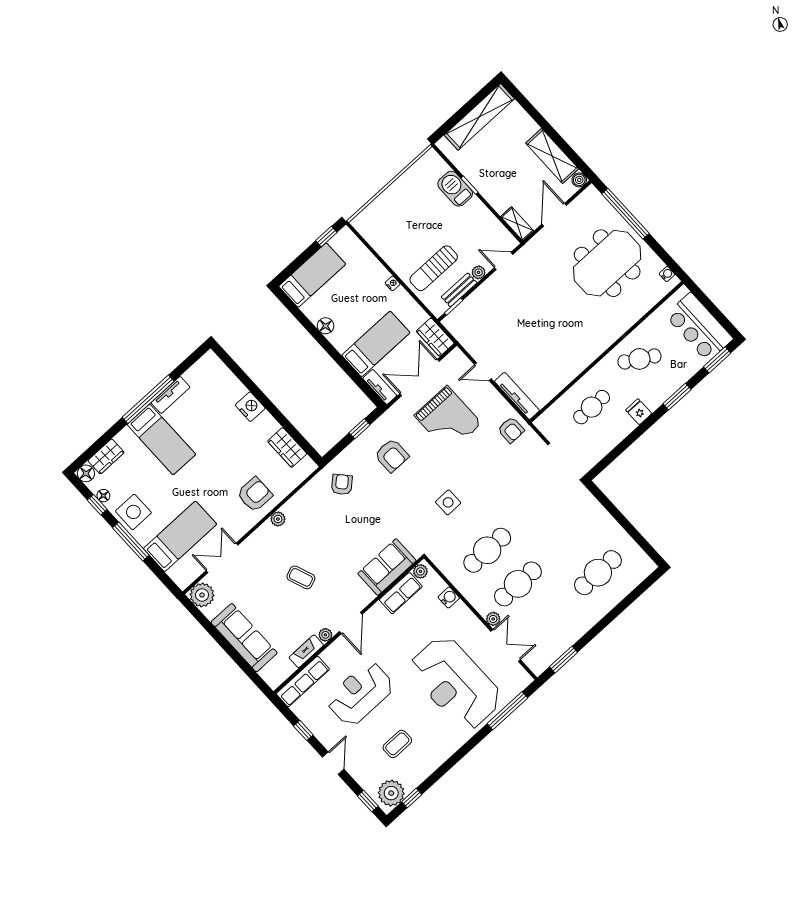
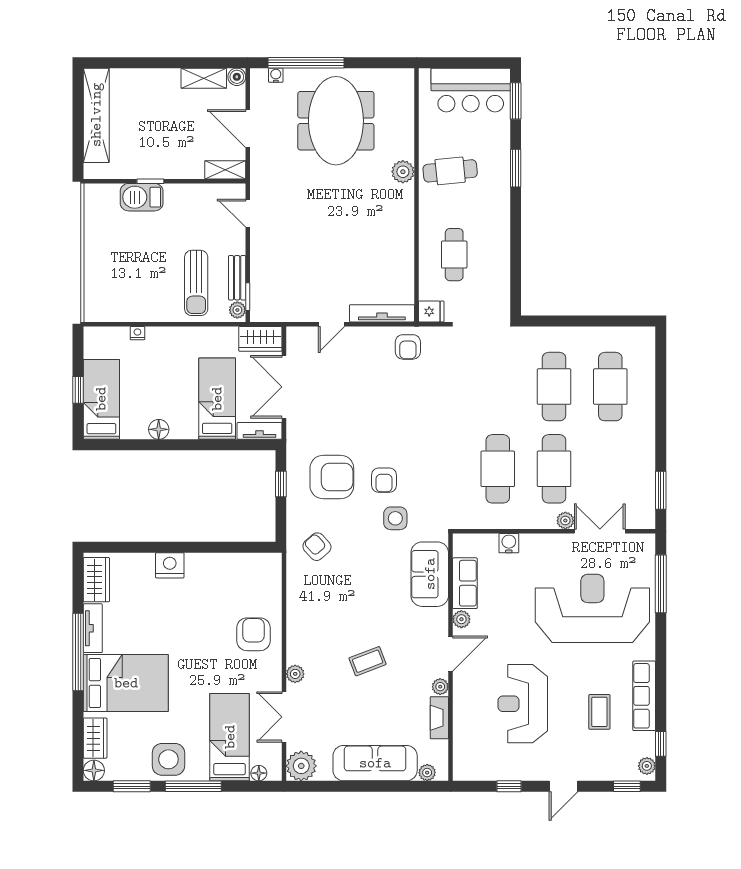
shelving: (552, 156) -> (204, 78), width x0.67, depth x0.75
window: (326, 237) -> (78, 390), moved
door: (504, 261) -> (248, 213), hinge flipped
plant: (479, 272) -> (237, 310), moved
water cooler: (667, 274) -> (276, 75), moved
nightstand: (393, 283) -> (137, 333), moved
plant: (613, 331) -> (403, 172), added
cafe table: (639, 359) -> (450, 171), turned 53
fridge: (639, 412) -> (431, 311), moved, turned 180
grand piano: (448, 419) -> (346, 396), removed
armchair: (511, 430) -> (408, 347), turned 90
bed: (161, 439) -> (126, 683), width x1.50
wardrobe: (287, 447) -> (96, 580), moved, turned -90
armchair: (392, 455) -> (332, 477), width x1.36, depth x1.36
armchair: (418, 488) -> (384, 480), added
floor lamp: (103, 496) -> (259, 773), moved
side table: (448, 502) -> (395, 518), moved
window: (97, 505) -> (132, 786), width x1.50
plant: (278, 519) -> (295, 674), moved
cafe table: (567, 539) -> (554, 387), added
plant: (420, 571) -> (461, 619), moved
door: (351, 623) -> (451, 654), hinge flipped
plant: (267, 674) -> (427, 773), added
row of seats: (303, 681) -> (644, 696), moved, turned 180
reception desk: (455, 683) -> (592, 608), turned 180
door: (333, 763) -> (563, 786), swing flipped
plant: (391, 793) -> (647, 766), width x0.53, depth x0.53

